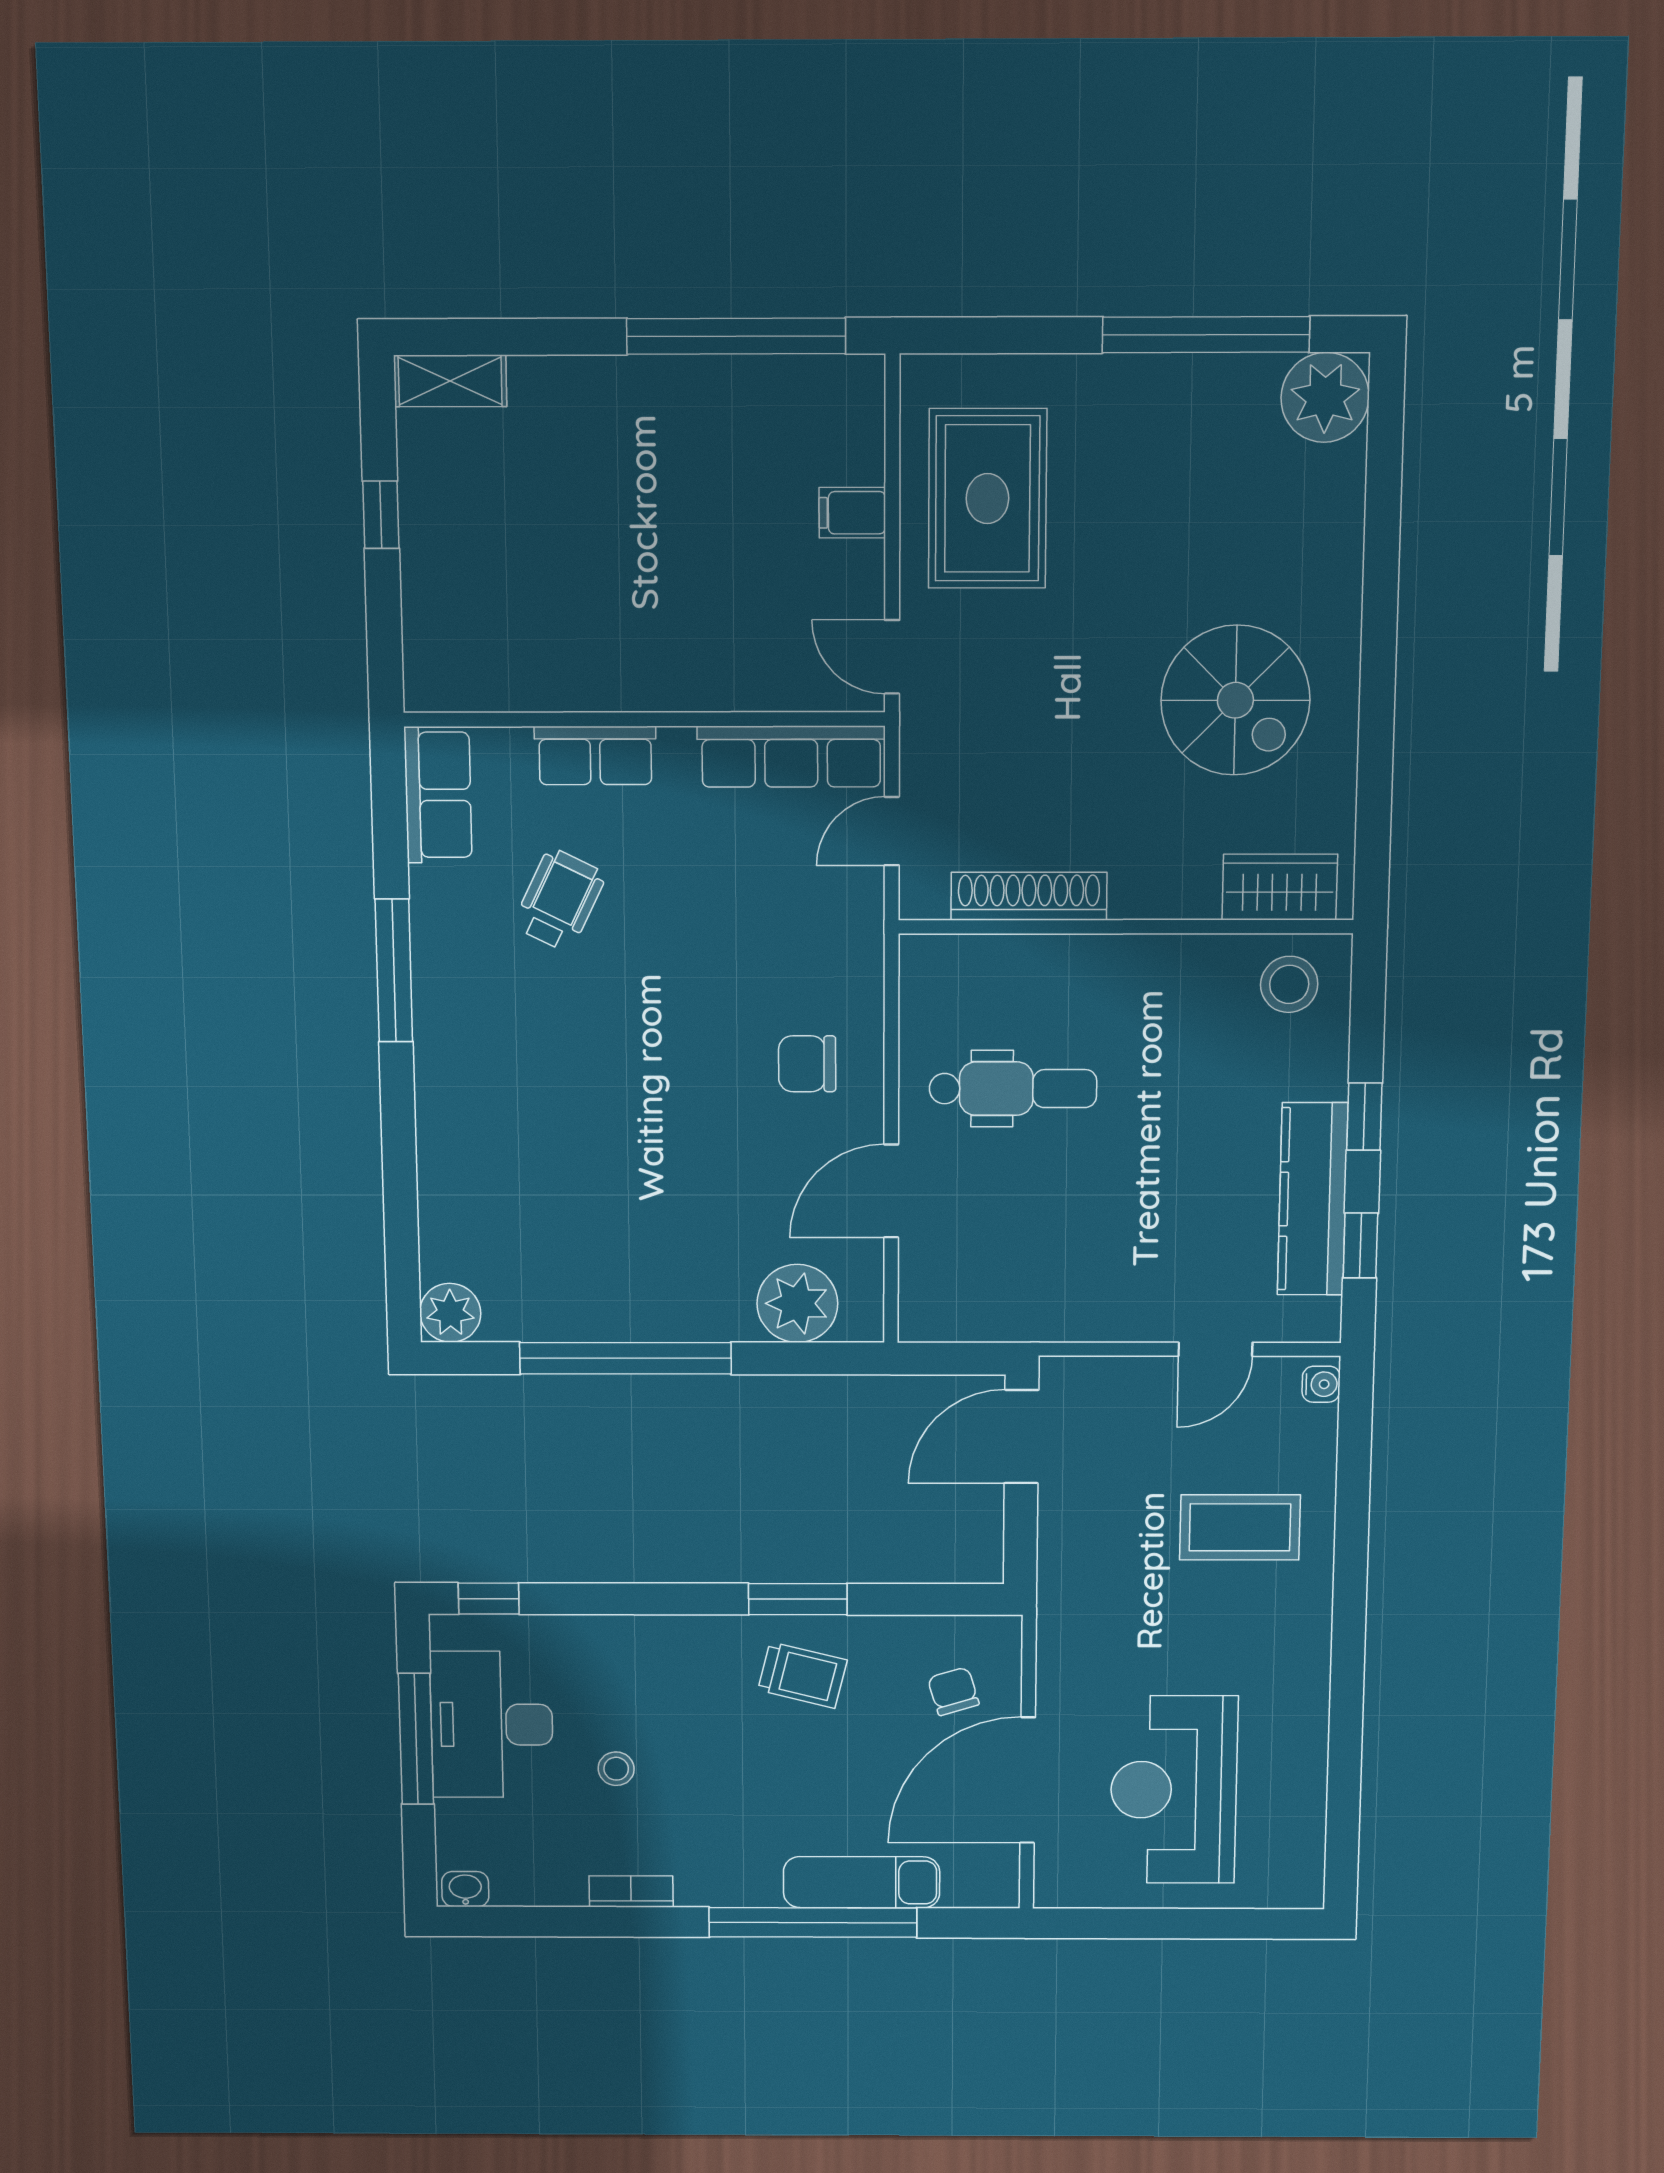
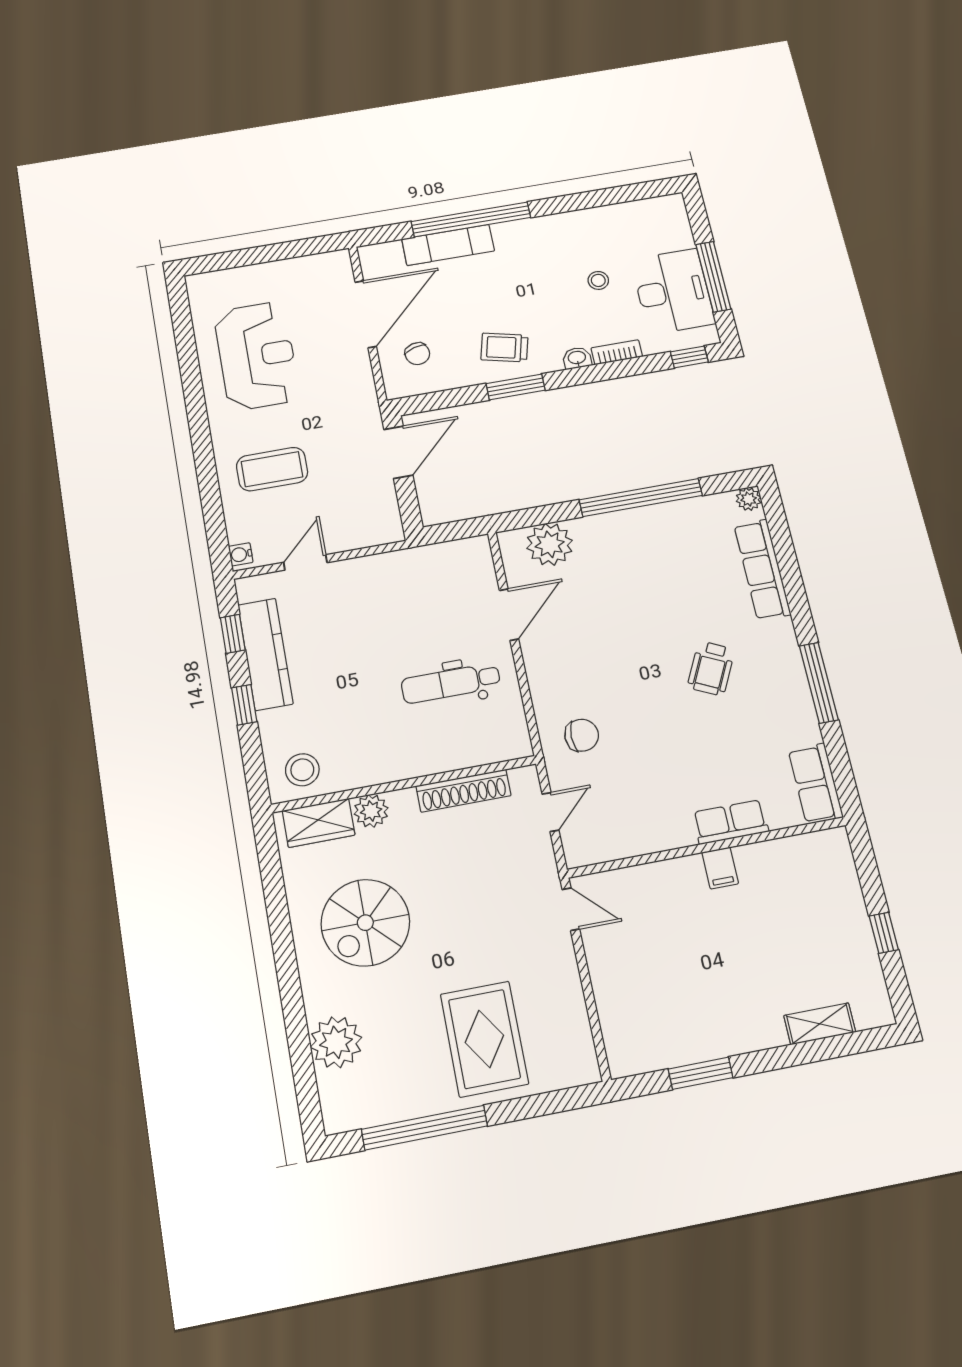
window: (736, 336) -> (700, 1073), width x0.47
shelving: (450, 381) -> (820, 1024), moved
plant: (1325, 397) -> (336, 1042), moved
rug: (987, 499) -> (484, 1039), moved
filing cabinet: (852, 513) -> (720, 868), moved, turned 90
spiral stairs: (1235, 700) -> (365, 923), turned -90
row of seats: (791, 757) -> (762, 570), moved, turned -90
plant: (1189, 891) -> (371, 811), added
wheelchair: (560, 900) -> (711, 668), moved
chair: (807, 1064) -> (582, 735), moved
plant: (450, 1313) -> (749, 499), width x0.73, depth x0.73
door: (1021, 1437) -> (398, 452), moved
reception desk: (1174, 1790) -> (257, 356), moved
washbasin: (465, 1889) -> (577, 358), moved, turned 180
bookcase: (631, 1892) -> (617, 352), moved, turned 180

